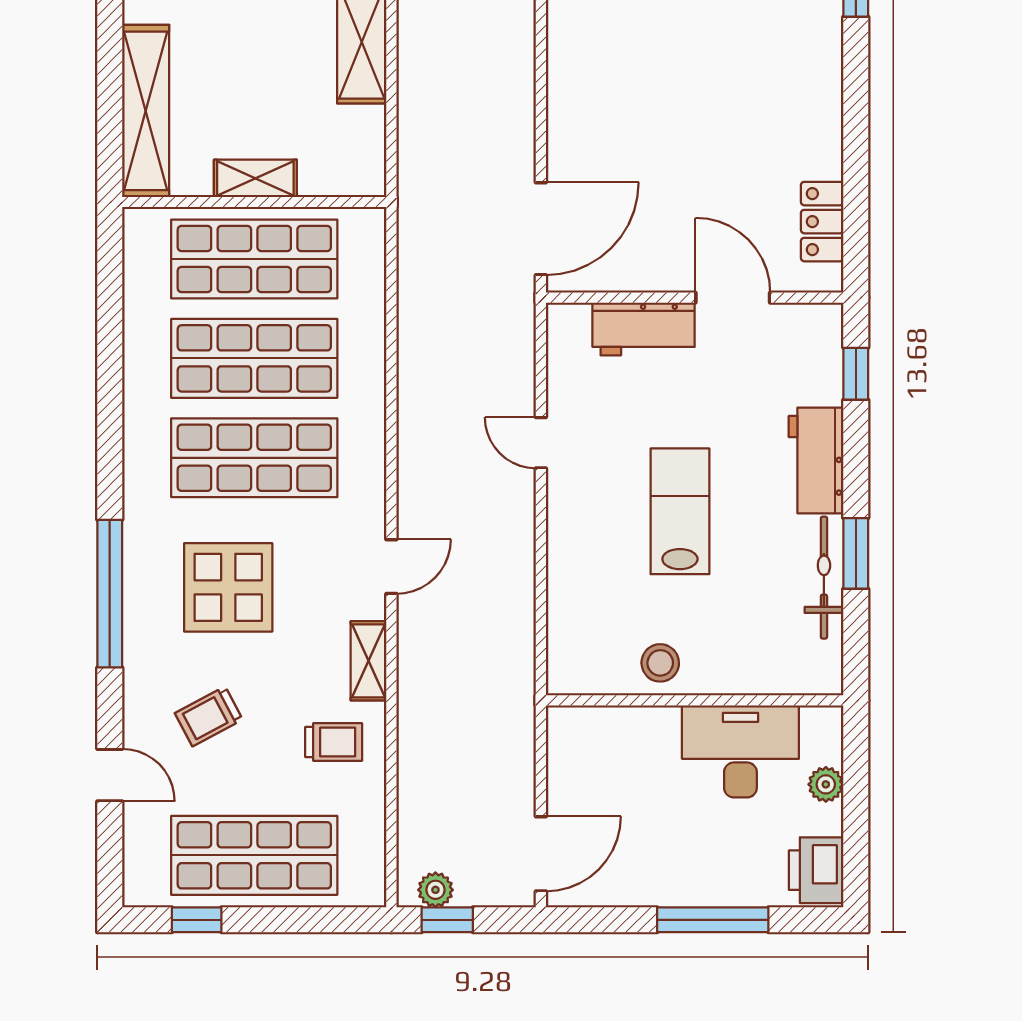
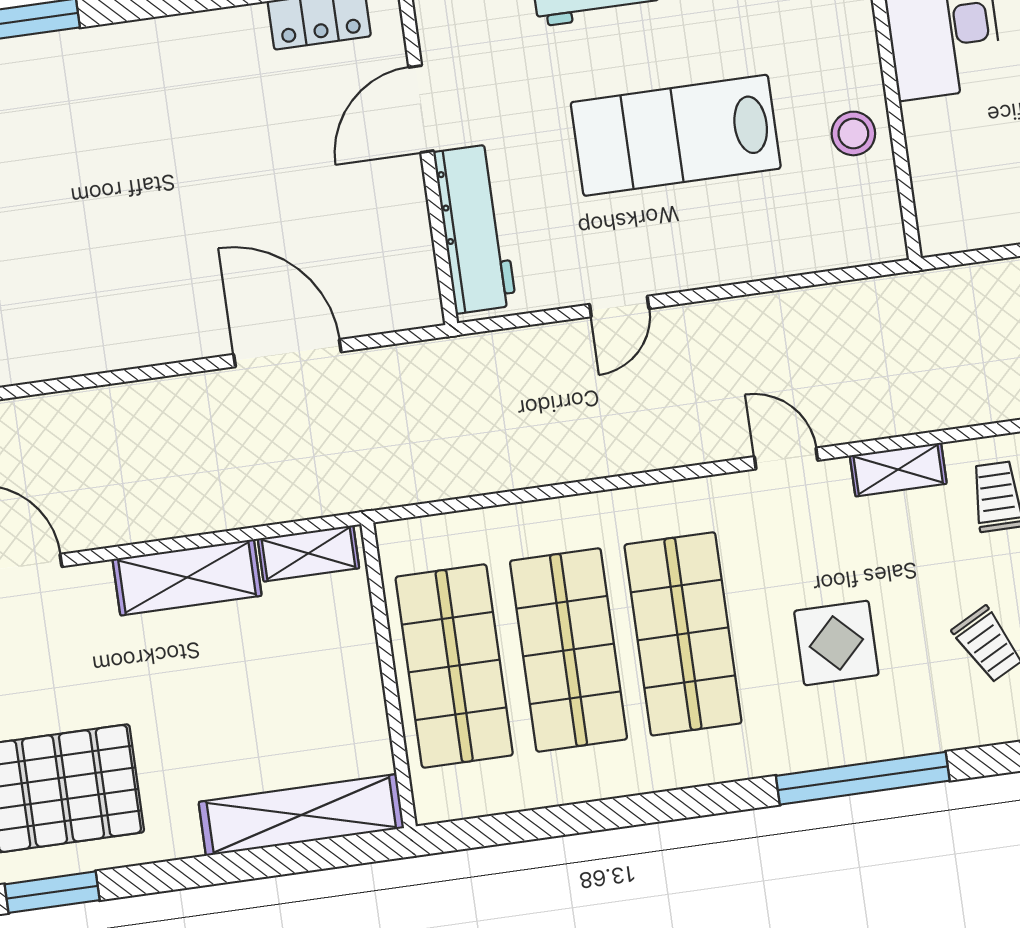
shelving: (255, 178) -> (308, 553), moved, turned 90
door: (541, 229) -> (287, 353), moved
workbench: (644, 329) -> (475, 229), width x1.37
lab bench: (680, 511) -> (676, 135), width x1.36, depth x1.39
display table: (228, 587) -> (836, 643), width x0.73, depth x0.73

